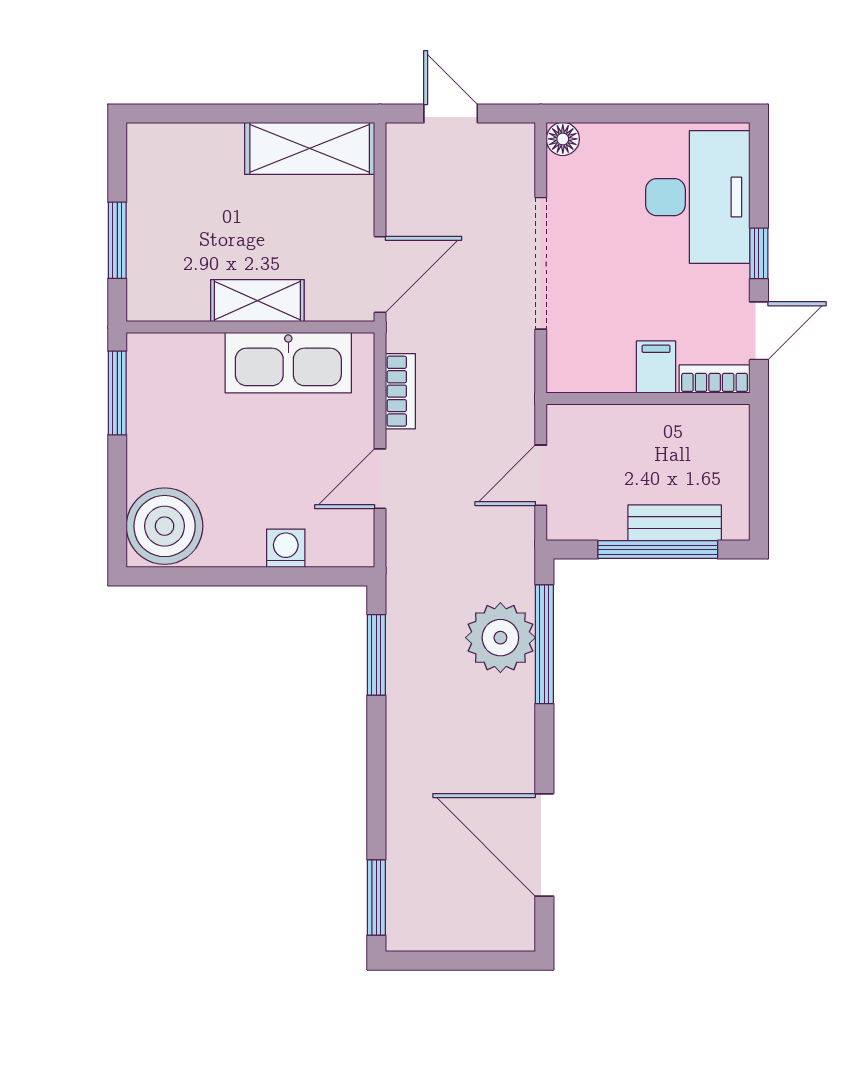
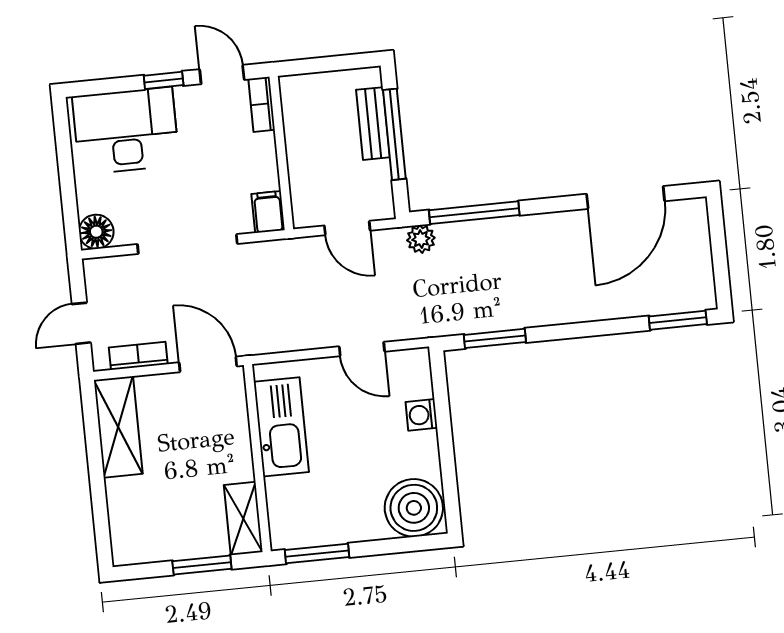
floor lamp: (563, 139) -> (96, 232), width x1.37, depth x1.37
shelving: (257, 301) -> (243, 519), moved
filing cabinet: (656, 367) -> (268, 212), moved, turned 90
bookcase: (400, 391) -> (138, 356), moved
plant: (500, 638) -> (421, 239), moved, width x0.53, depth x0.53

